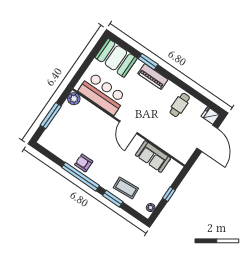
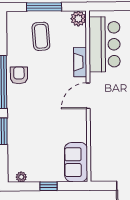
fireplace: (103, 117) -> (80, 62), added
sofa: (153, 157) -> (76, 162), moved
coffee table: (126, 188) -> (41, 36), moved

